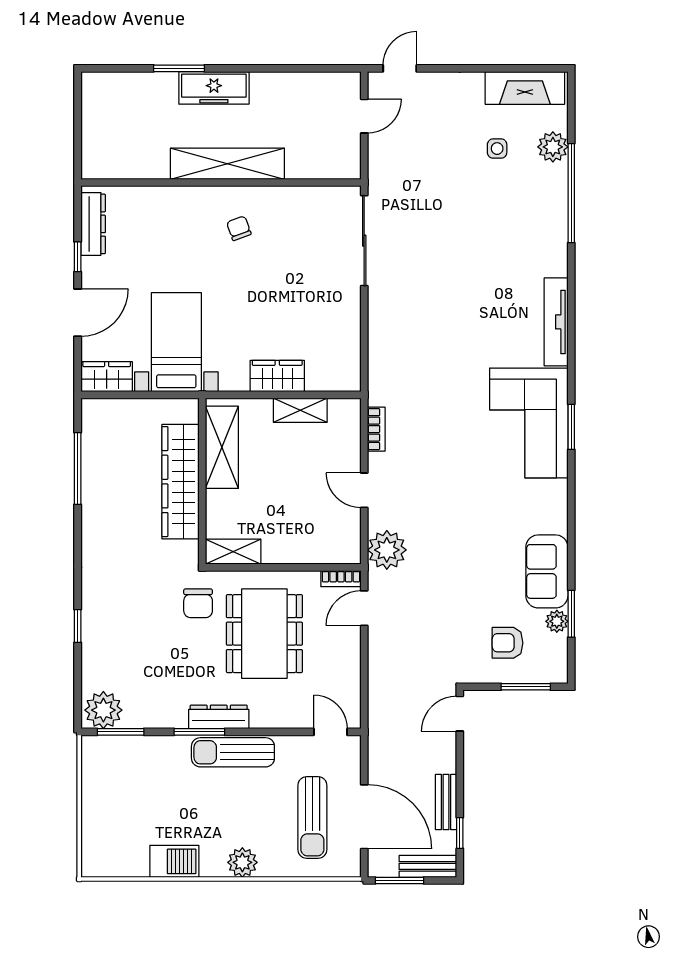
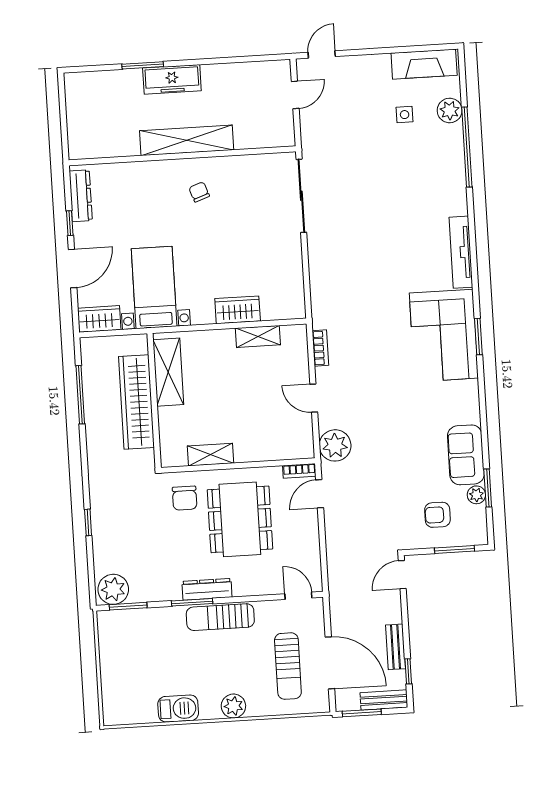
shelving: (222, 447) -> (168, 372), moved
wall: (202, 481) -> (154, 401), moved
wardrobe: (181, 482) -> (136, 402), moved

